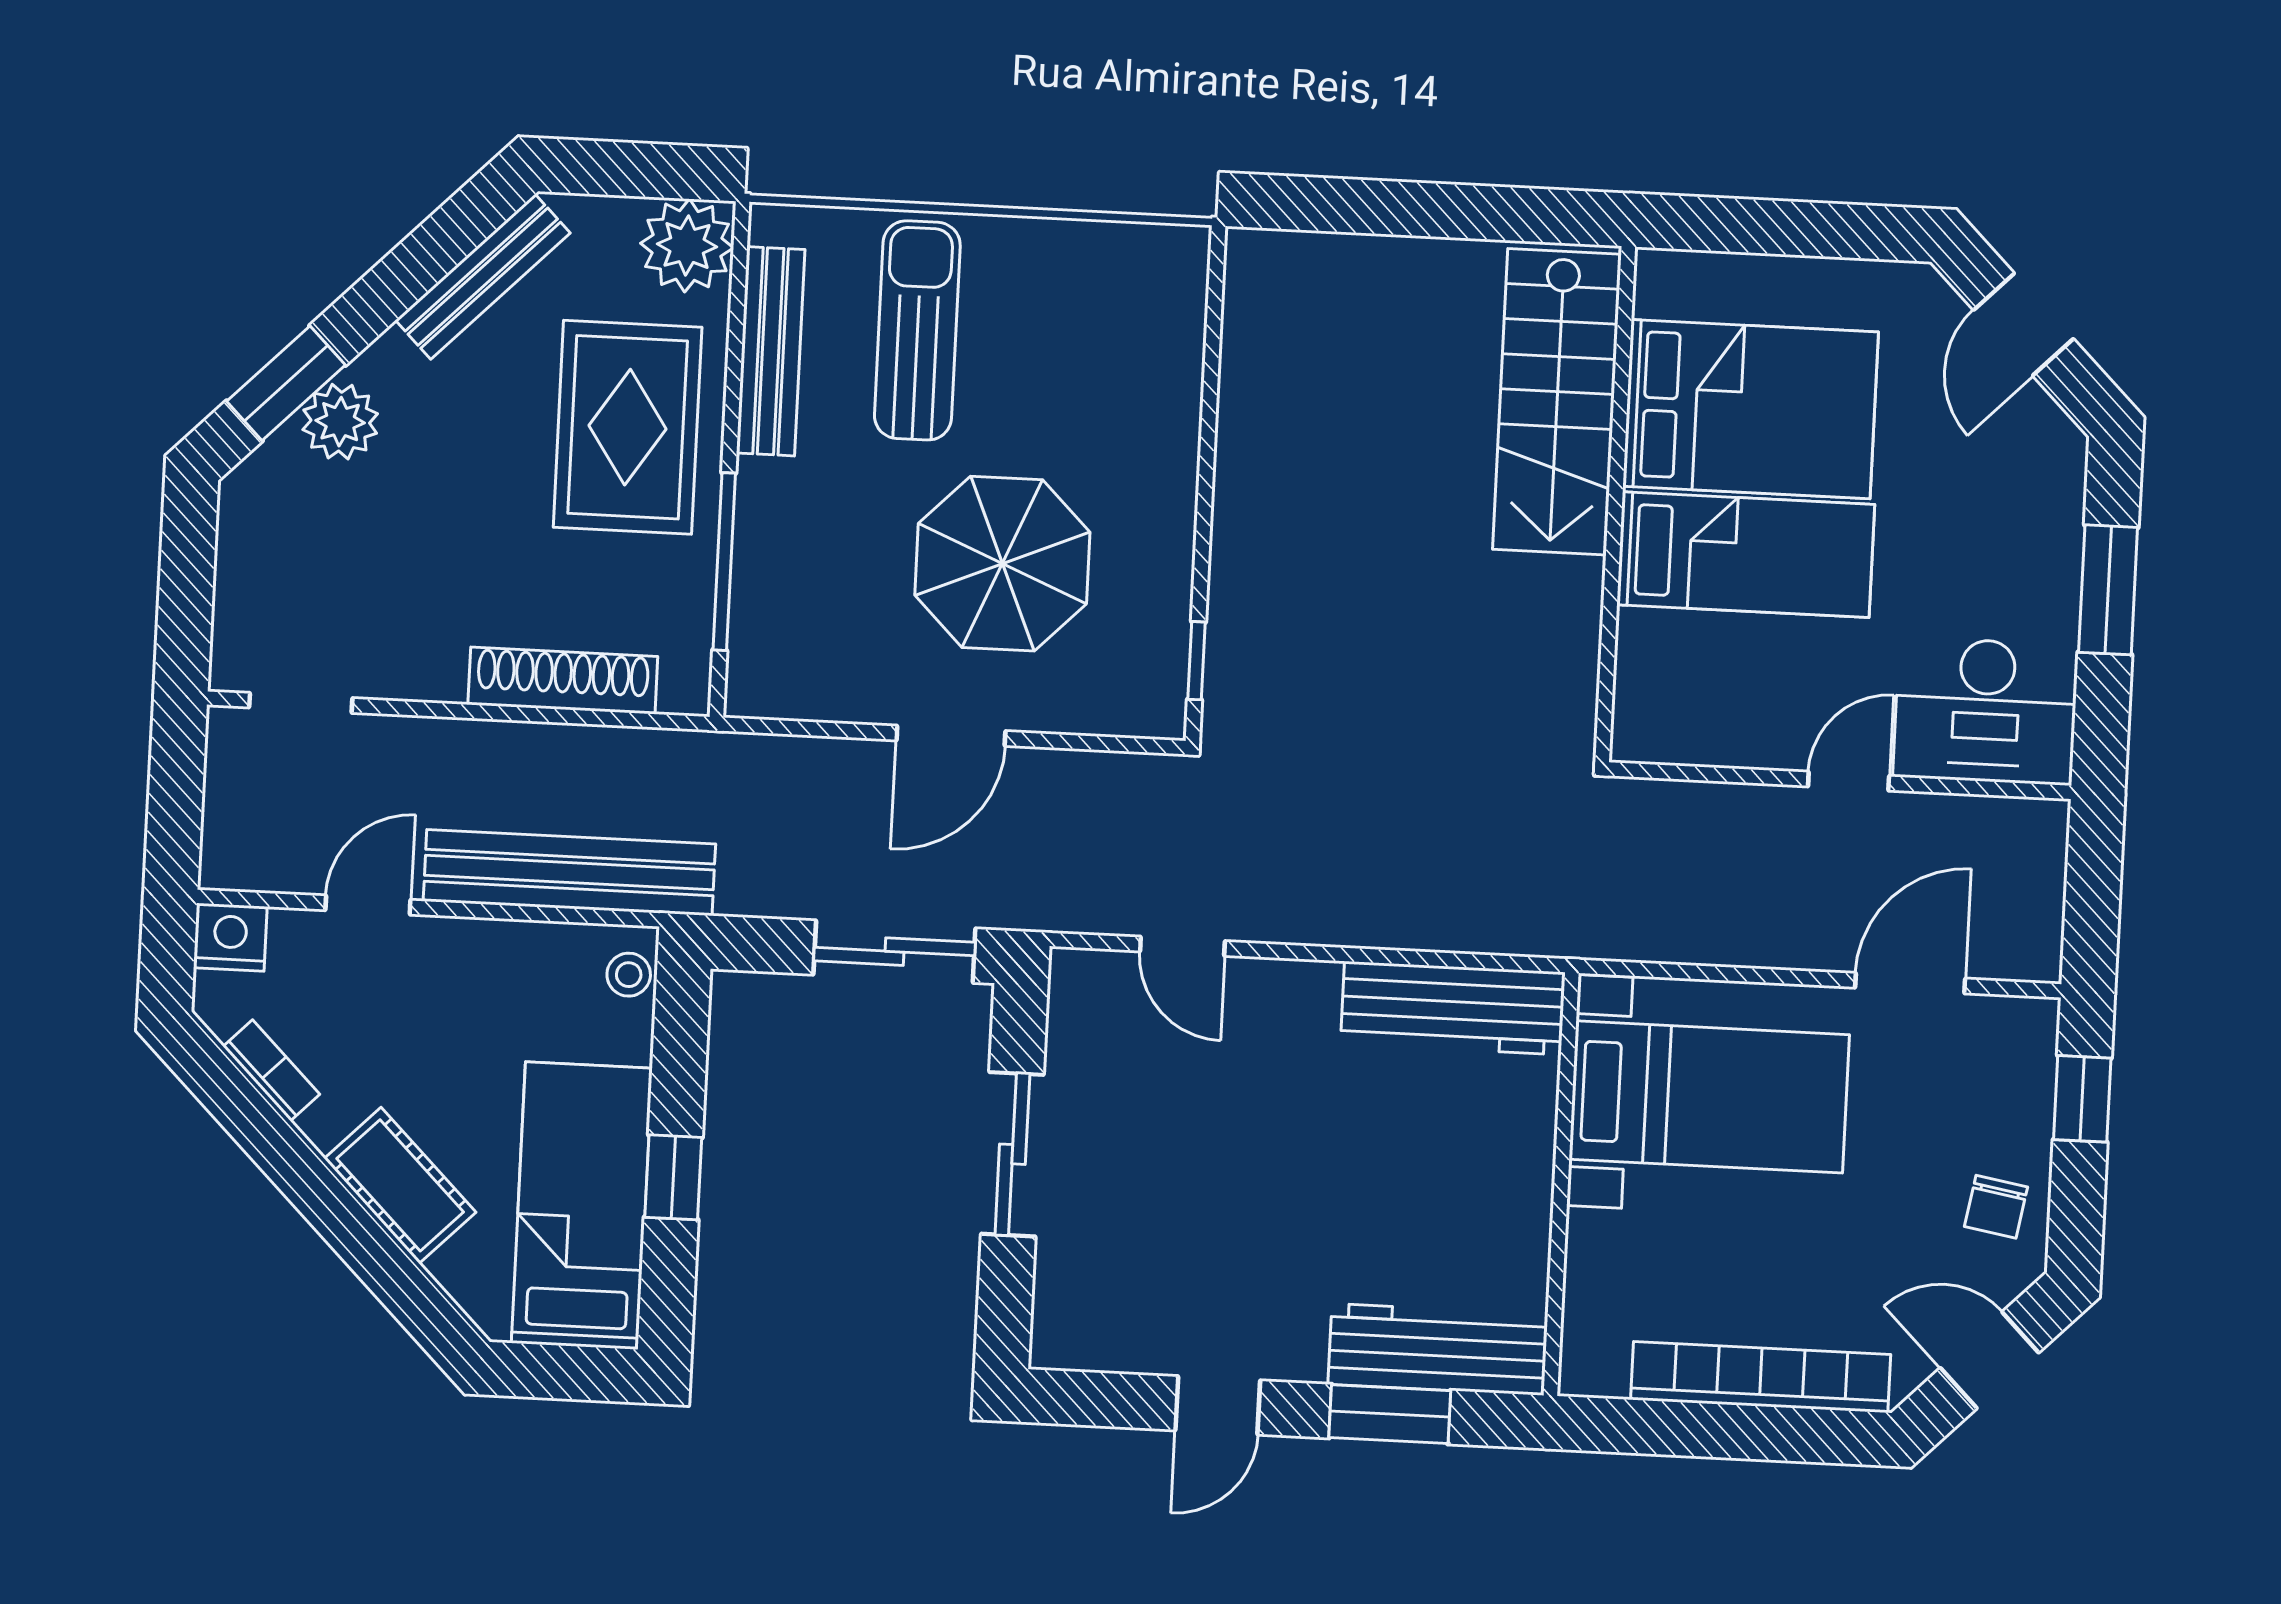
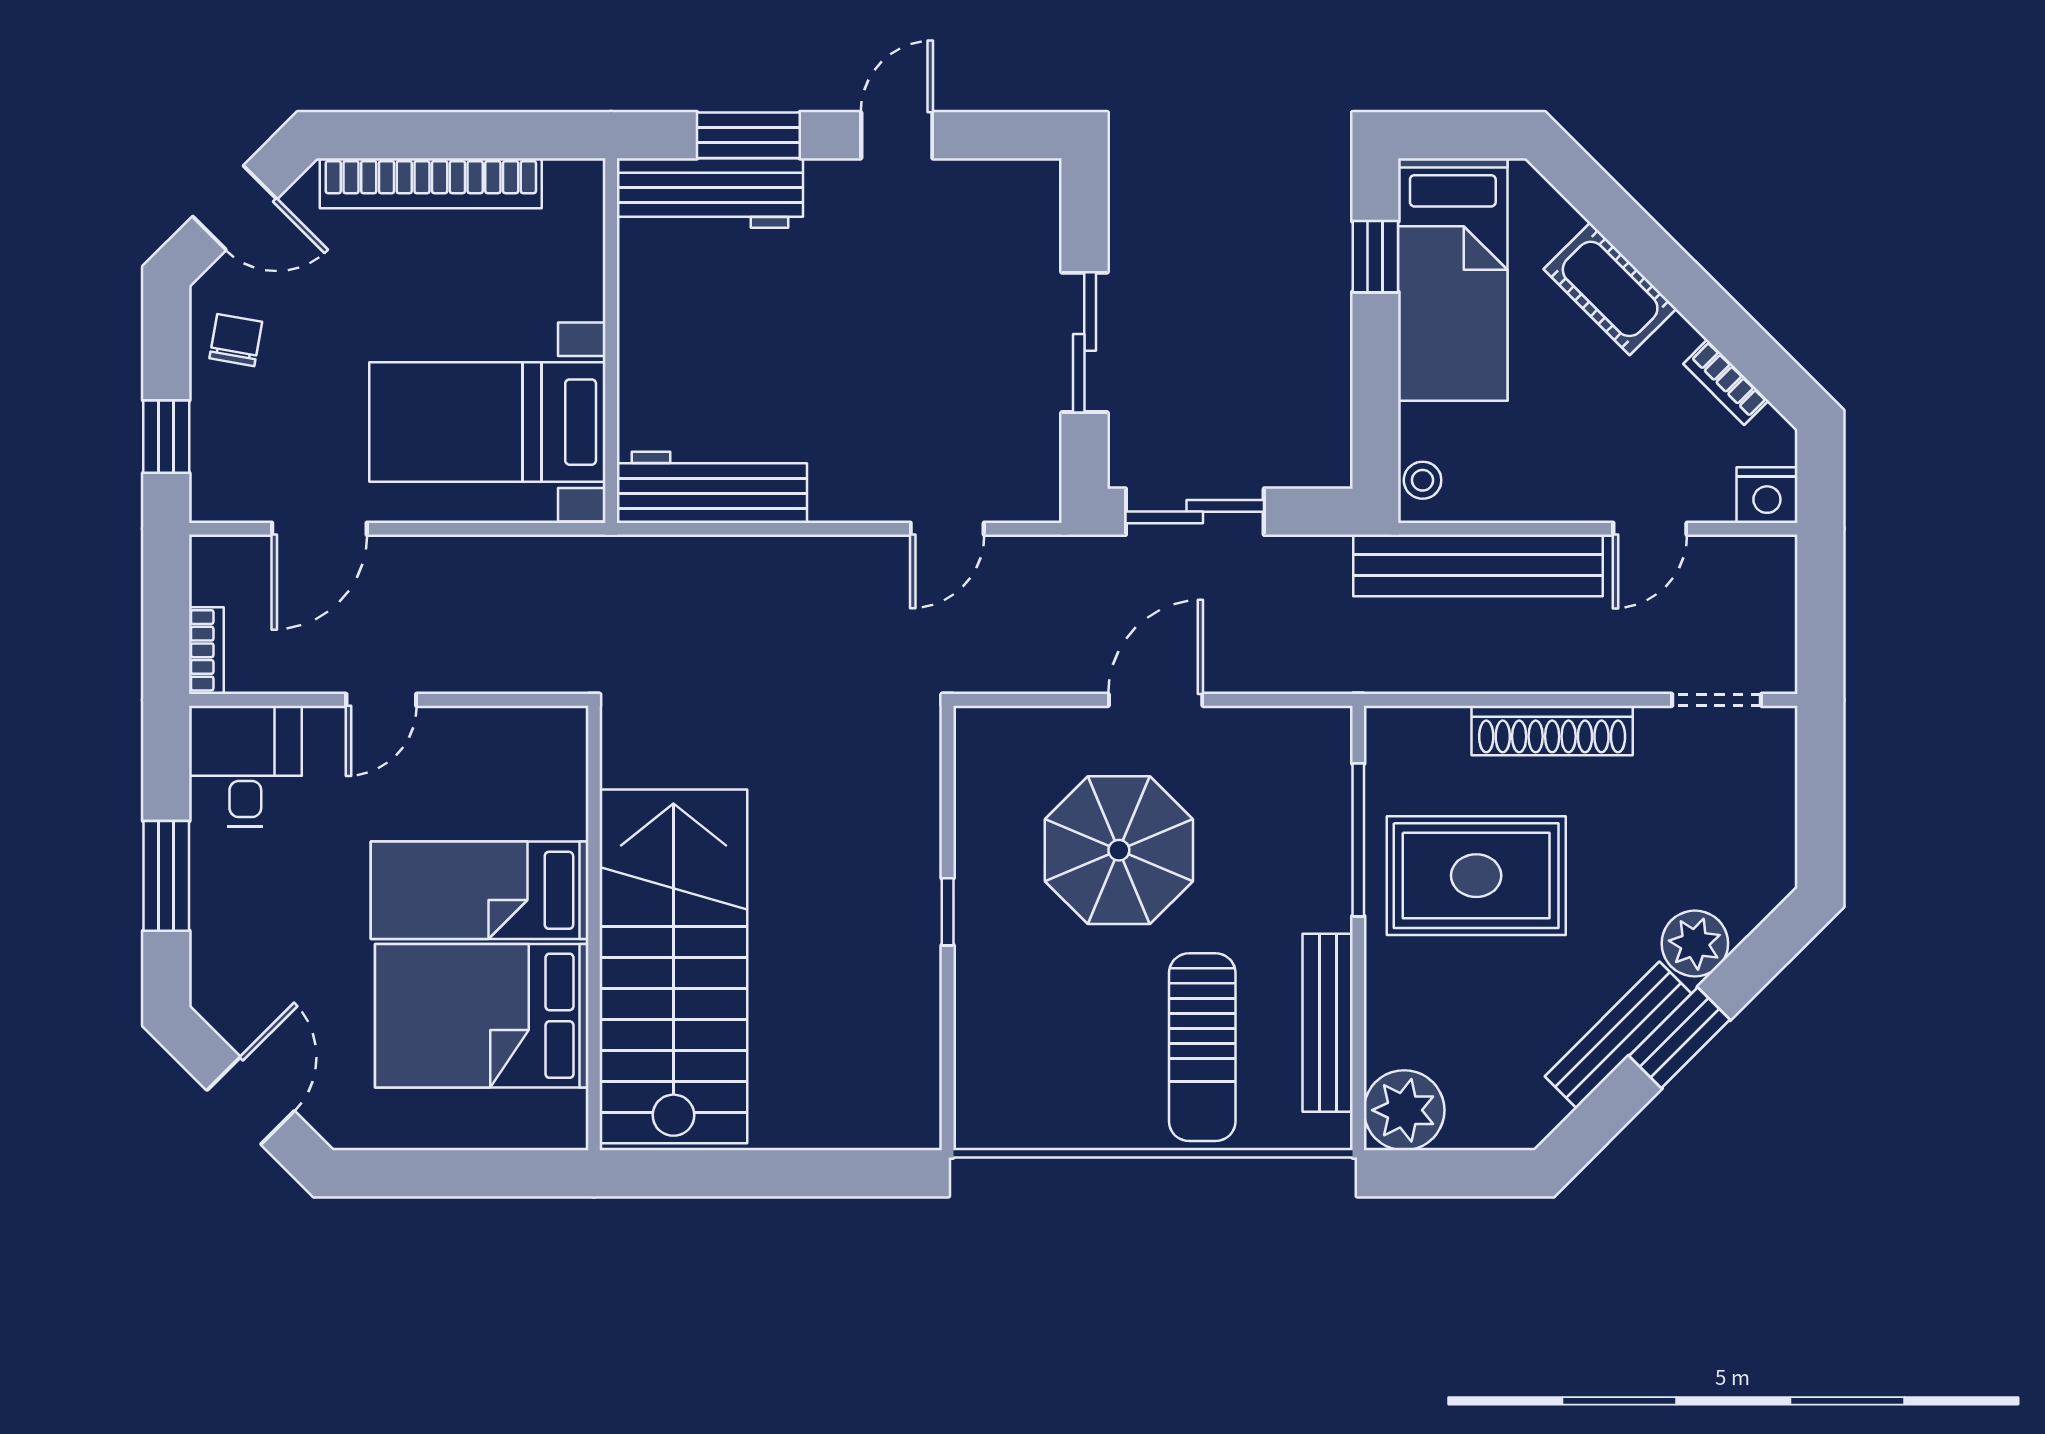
bench: (483, 277) -> (1618, 1035), moved
window: (286, 383) -> (1680, 1038), moved
stairs: (1557, 402) -> (673, 966), width x1.36, depth x1.51
rug: (628, 427) -> (1476, 876), moved, turned 90
window: (1196, 661) -> (948, 912), moved
shoe rack: (563, 680) -> (1552, 730), moved
desk: (1986, 711) -> (245, 766), width x0.73
bookcase: (2048, 849) -> (206, 650), added
door: (1182, 946) -> (947, 529), swing flipped
window: (673, 1177) -> (1375, 257), moved

